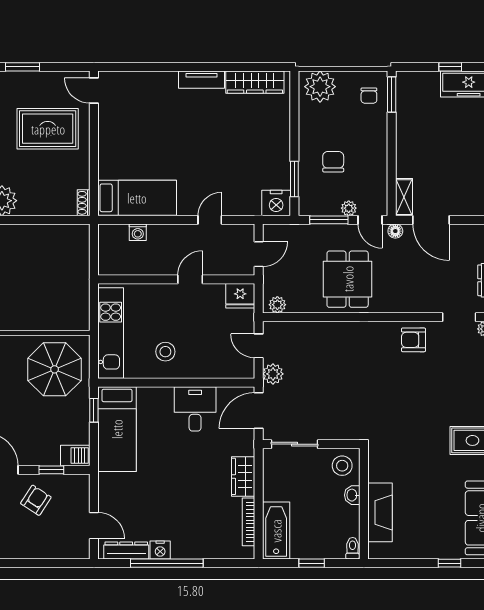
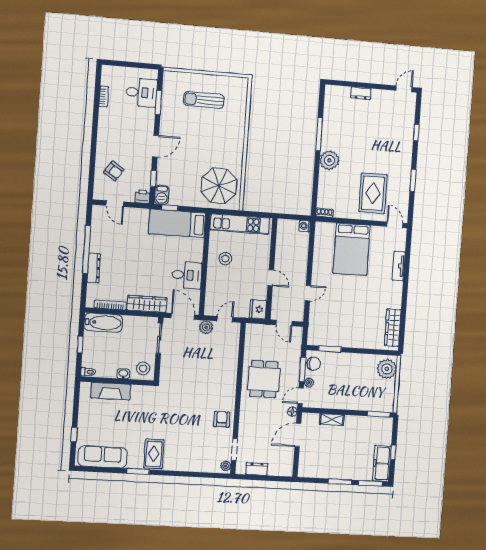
tv unit: (202, 80) -> (399, 266), moved
door: (94, 91) -> (395, 225), hinge flipped
chair: (369, 96) -> (379, 400), removed
chair: (333, 162) -> (314, 364), moved
shelving: (404, 197) -> (332, 419), moved
bed: (137, 198) -> (352, 249), moved, width x1.50
nightstand: (276, 203) -> (316, 336), removed
door: (210, 220) -> (308, 293), hinge flipped
washing machine: (138, 232) -> (305, 226), moved
dining table: (348, 279) -> (264, 379), turned 90
plant: (277, 305) -> (251, 333), removed
window: (94, 410) -> (170, 208), moved
wardrobe: (243, 476) -> (147, 304), width x1.50
printer: (80, 485) -> (142, 197), added
armchair: (36, 500) -> (114, 171), moved
door: (94, 526) -> (115, 204), hinge flipped
nightstand: (160, 550) -> (96, 246), removed
dresser: (126, 551) -> (94, 268), moved

